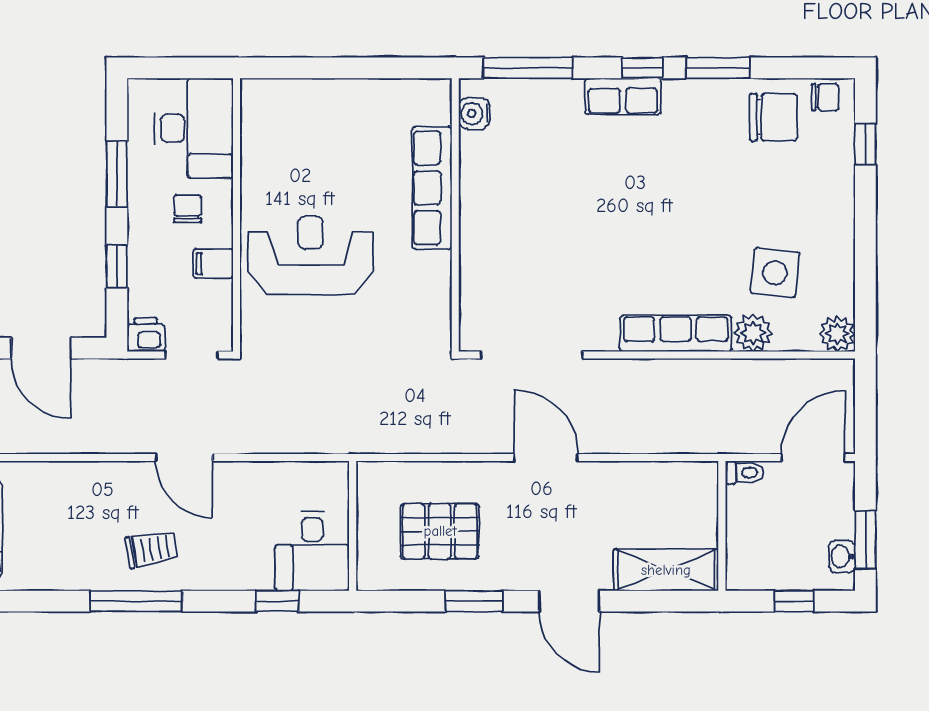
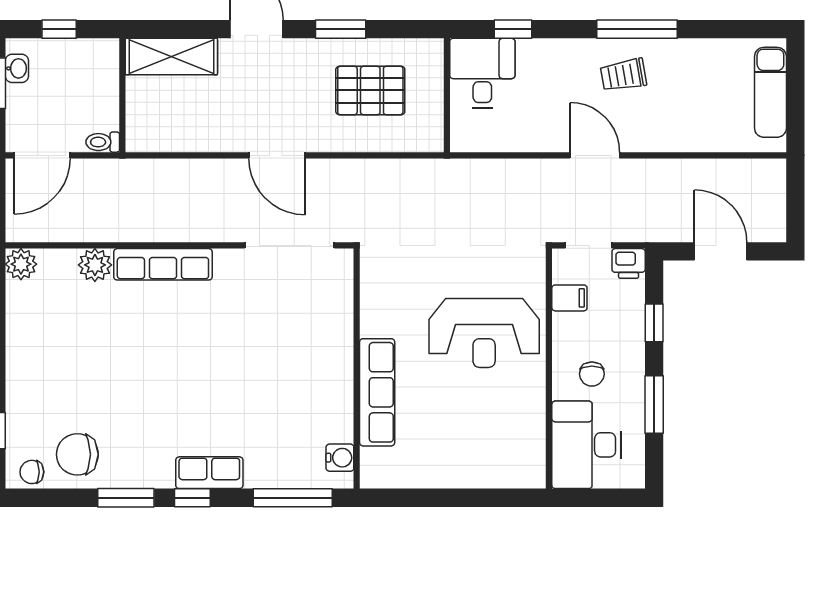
filing cabinet: (213, 264) -> (569, 298), moved
side table: (775, 273) -> (76, 318), removed

